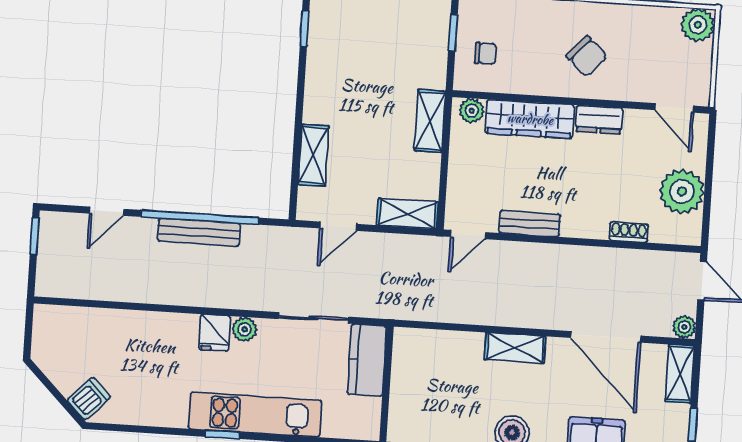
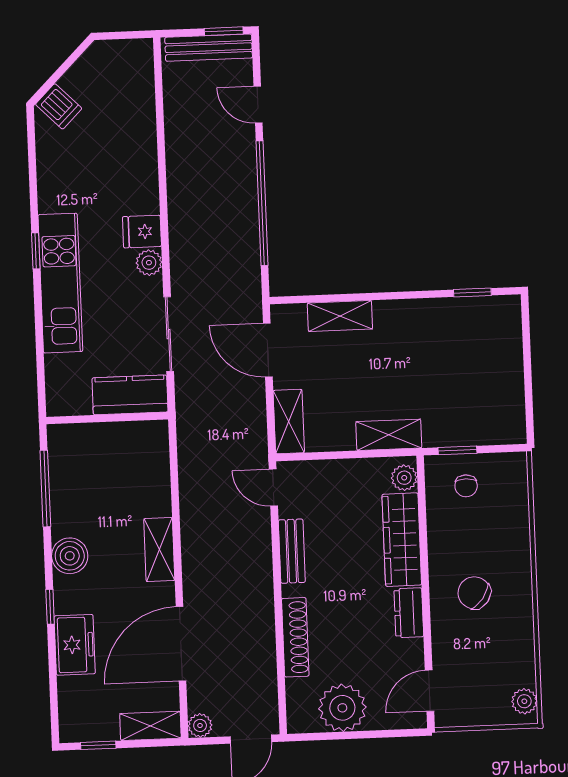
plant: (698, 25) -> (524, 701), width x0.73, depth x0.73
window: (453, 33) -> (457, 450), moved
chair: (587, 56) -> (474, 593), turned 84
door: (338, 226) -> (268, 350), width x1.38
bench: (199, 232) -> (209, 48), moved, turned 90
shoe rack: (629, 232) -> (295, 637), width x1.94, depth x1.24

